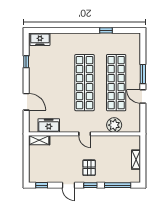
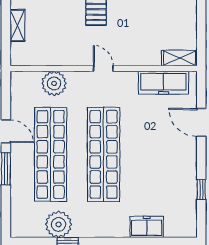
freezer: (40, 39) -> (147, 227), moved
plant: (111, 41) -> (59, 224), added
freezer: (49, 125) -> (163, 83), width x1.40

